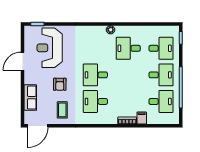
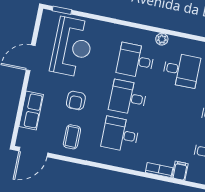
reception desk: (50, 48) -> (72, 47), turned 180
desk: (95, 48) -> (136, 61), added
desk: (128, 48) -> (181, 70), turned 180

